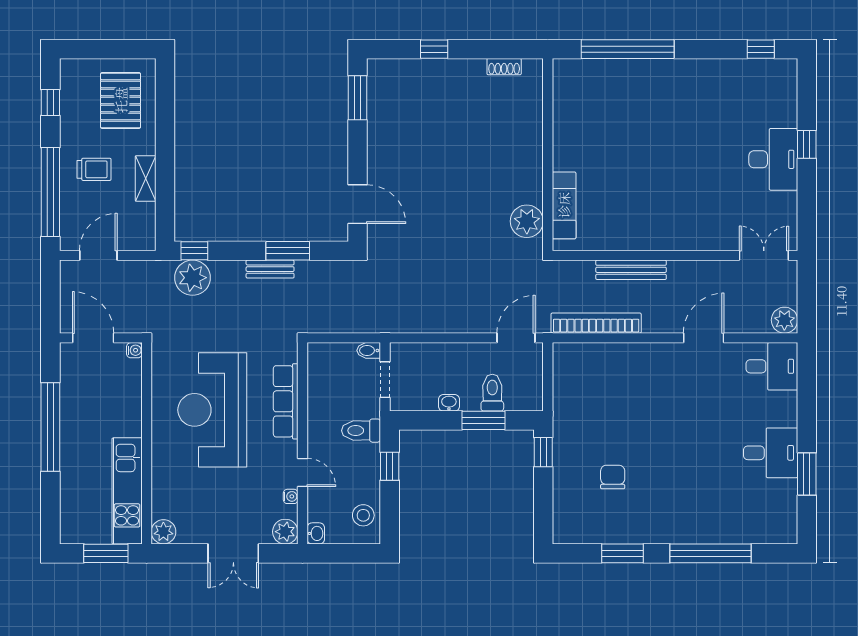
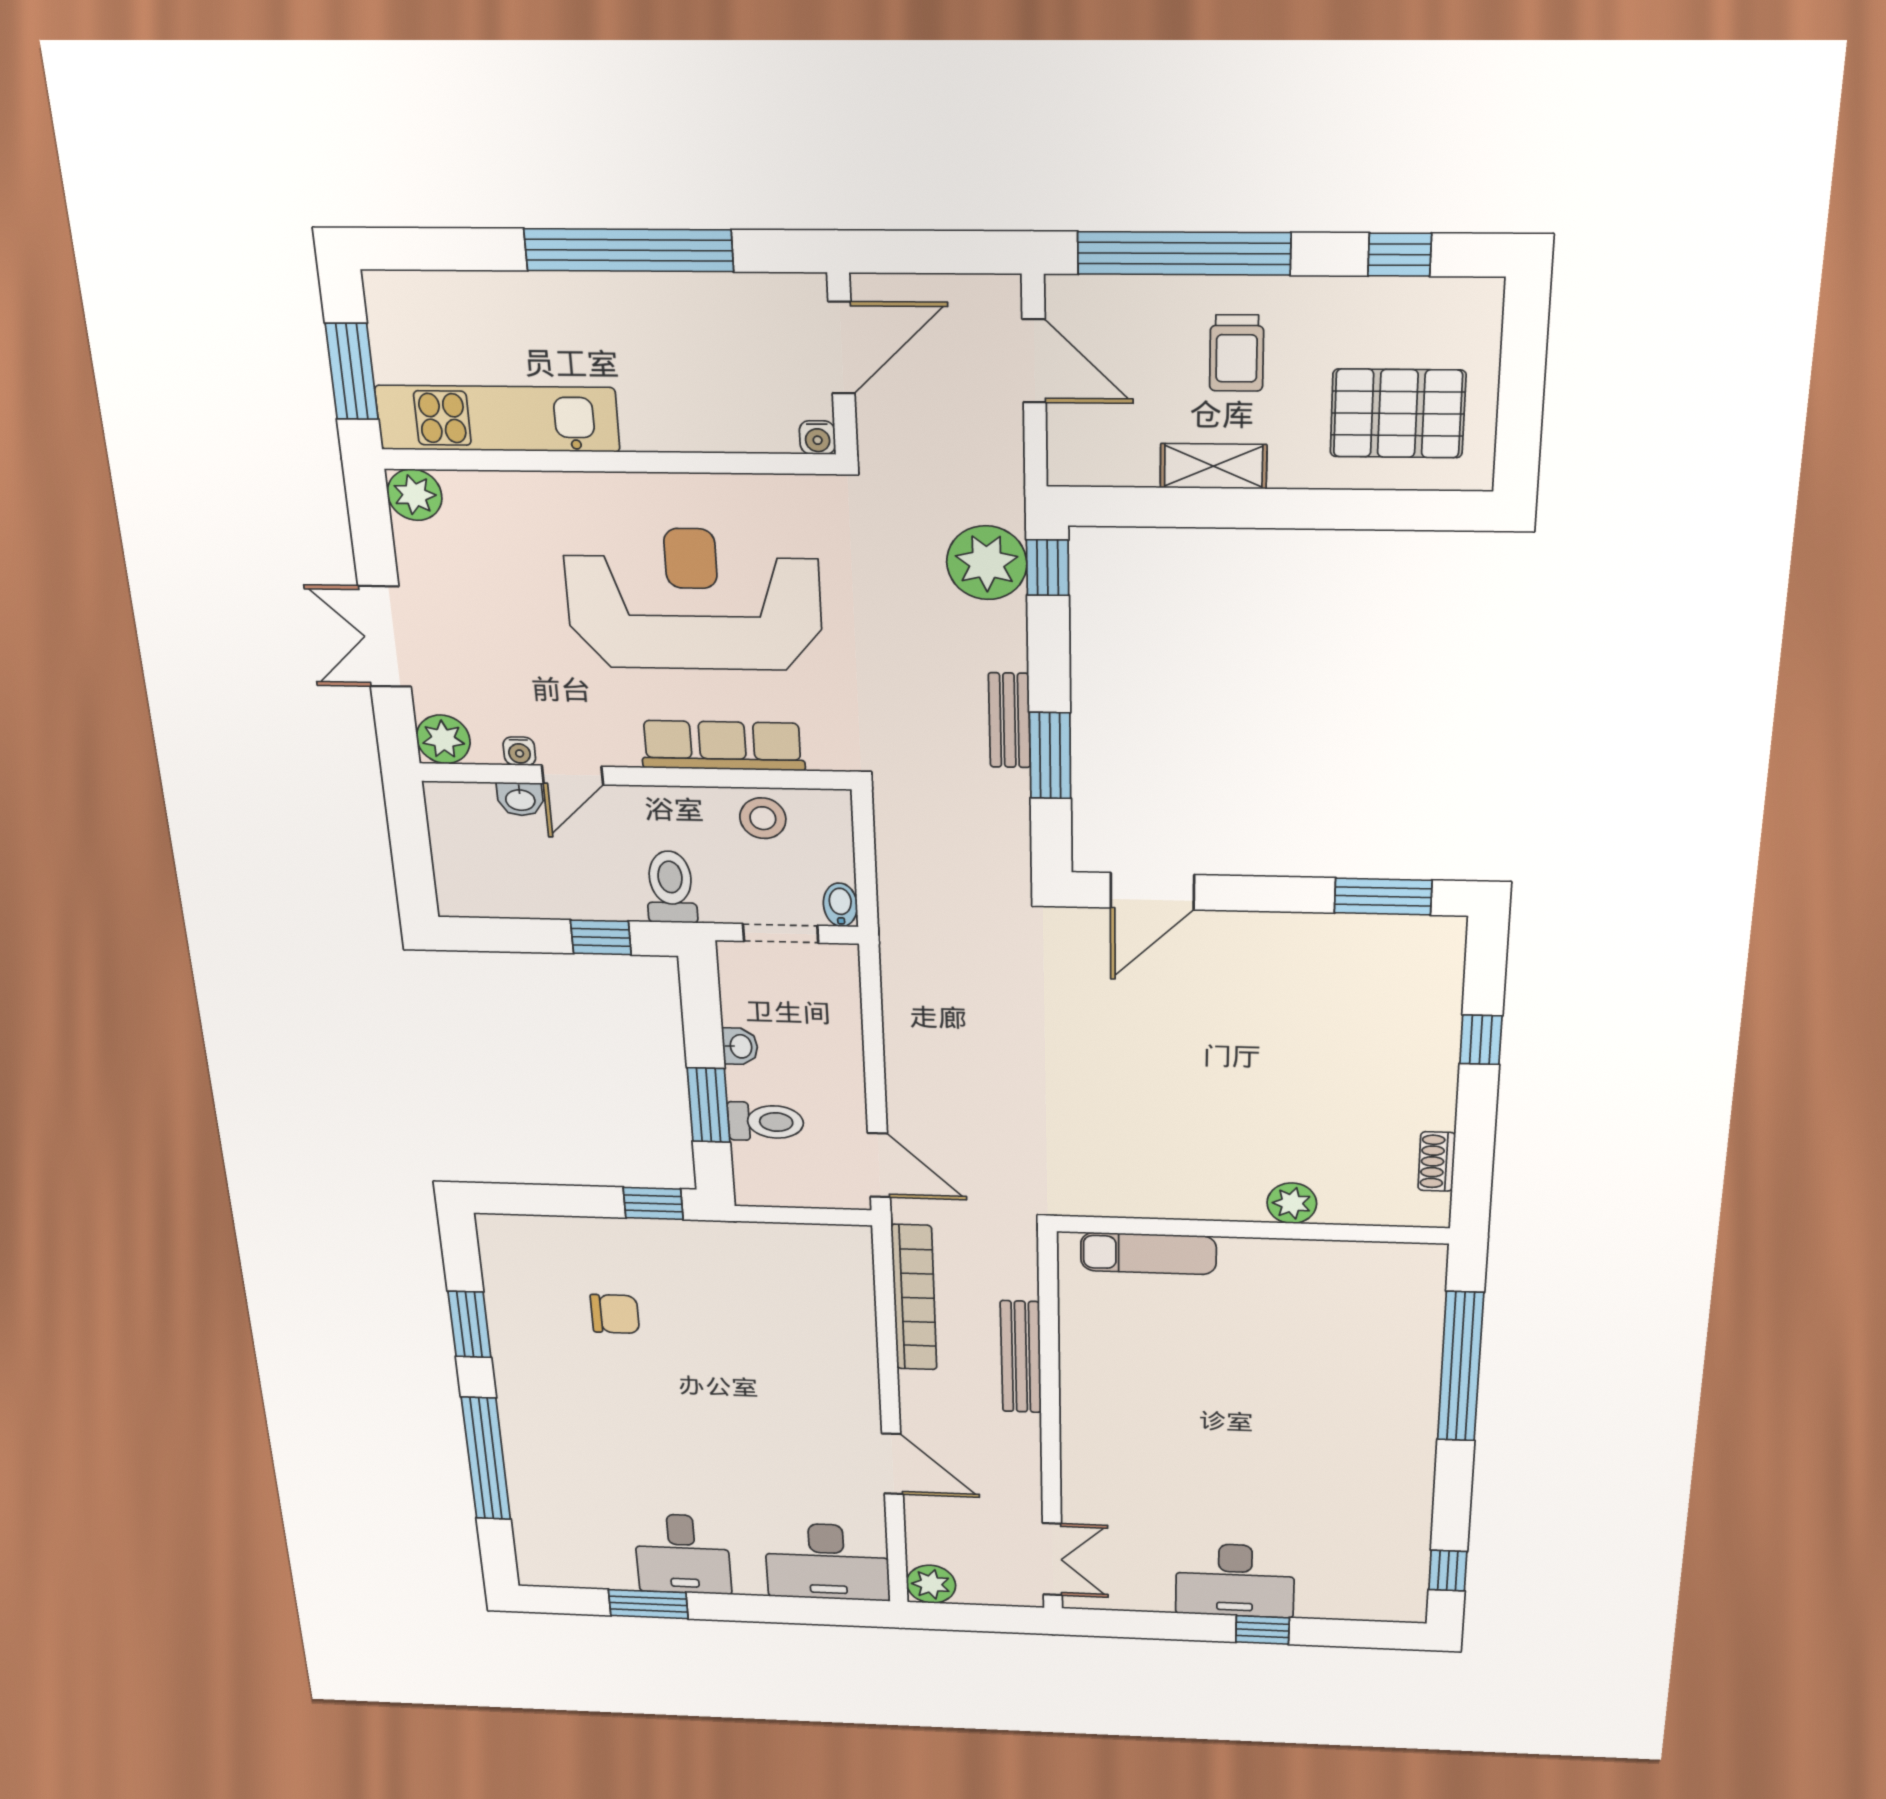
plant: (527, 221) -> (1292, 1203), moved, width x0.73, depth x0.73
desk: (772, 366) -> (827, 1562), width x1.37
stool: (363, 515) -> (763, 818), moved
washbasin: (316, 533) -> (520, 799), moved

